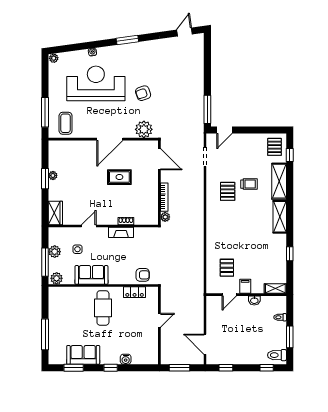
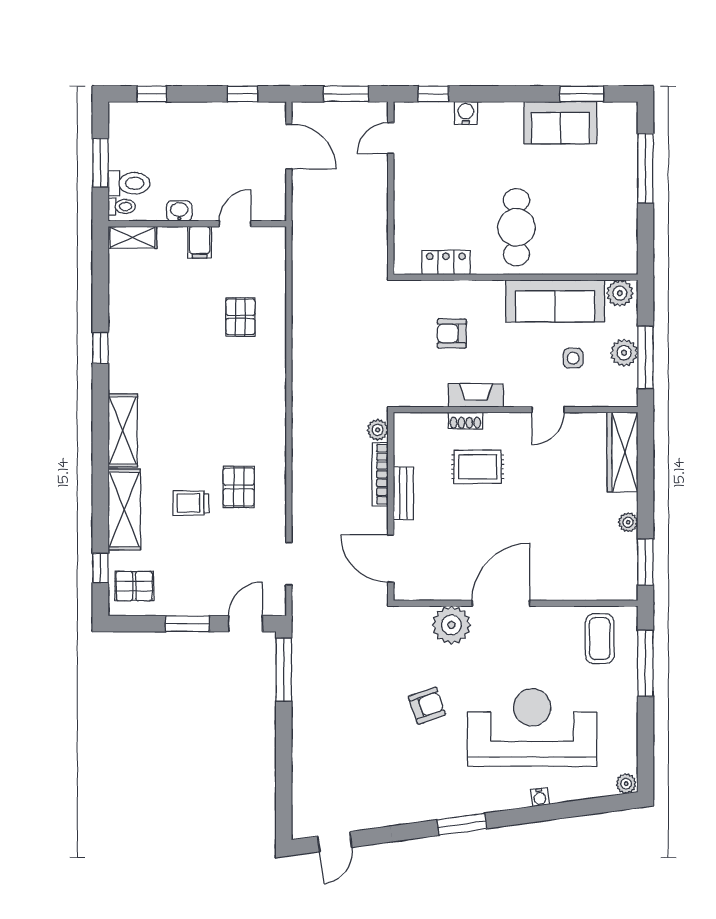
reception desk: (96, 83) -> (532, 727), turned 180
plant: (144, 129) -> (451, 625), moved
window: (251, 130) -> (187, 624), added
pallet: (275, 147) -> (134, 586), turned 90
rug: (119, 177) -> (478, 467), moved
window: (45, 179) -> (645, 562), moved
bench: (154, 189) -> (403, 493), added
wardrobe: (55, 213) -> (622, 452), width x1.50
window: (45, 262) -> (645, 357), moved
sofa: (91, 275) -> (555, 301), width x1.36
armchair: (143, 275) -> (452, 333), moved
filing cabinet: (245, 286) -> (200, 242), moved
shelving: (275, 289) -> (132, 237), moved
door: (229, 295) -> (235, 224), moved
wall: (246, 295) -> (197, 224), moved
washbasin: (254, 300) -> (179, 211), moved
door: (159, 320) -> (391, 138), moved
toilet: (277, 355) -> (129, 183), moved
window: (111, 368) -> (433, 94), moved

